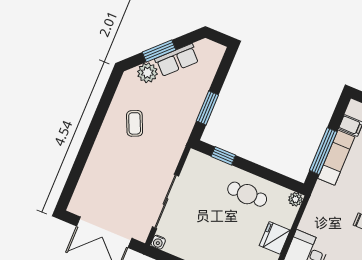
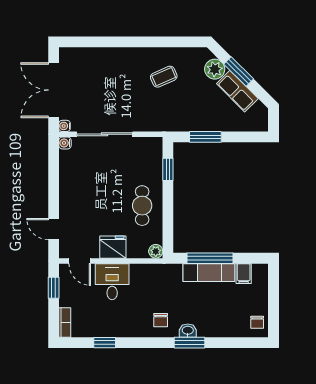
water cooler: (142, 236) -> (65, 126), added

